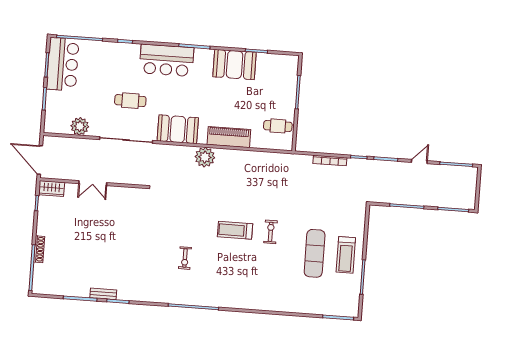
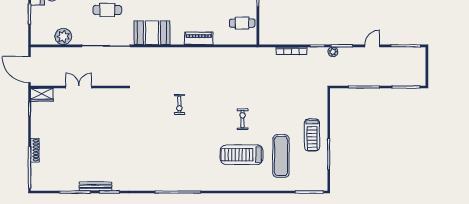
piano: (229, 137) -> (199, 38), width x0.73, depth x0.75
plant: (205, 157) -> (333, 52), moved, width x0.53, depth x0.53
double door: (93, 183) -> (79, 87), swing flipped
treadmill: (235, 230) -> (242, 155), moved, width x1.37, depth x1.38
exercise mat: (315, 253) -> (281, 156), moved
exercise bike: (185, 258) -> (179, 104), moved
bench: (103, 294) -> (96, 186), width x1.36

